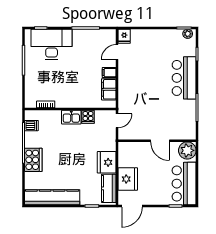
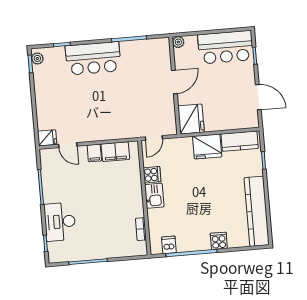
desk: (52, 44) -> (60, 222), width x0.73, depth x0.77
door: (117, 121) -> (154, 138), swing flipped
plant: (187, 150) -> (178, 42), width x0.53, depth x0.53
cooker: (33, 160) -> (219, 241), width x0.53, depth x0.76
fridge: (128, 179) -> (191, 119), moved, turned 90
door: (132, 206) -> (258, 97), moved

